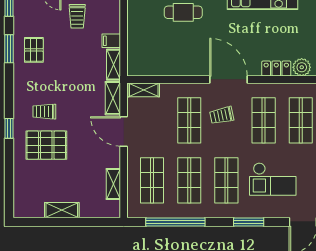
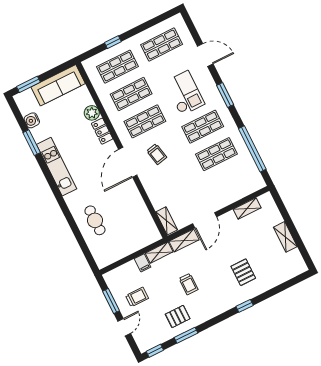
trolley: (44, 112) -> (189, 284), moved
shop shelf: (189, 120) -> (172, 176), removed
pallet: (46, 145) -> (243, 272), width x0.67, depth x0.71
shop shelf: (152, 180) -> (230, 181), removed

